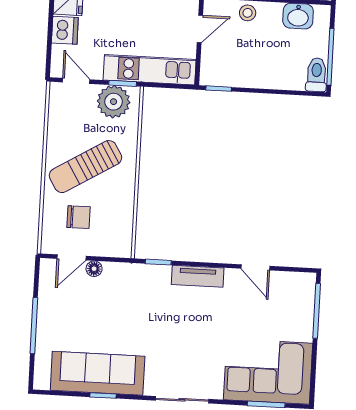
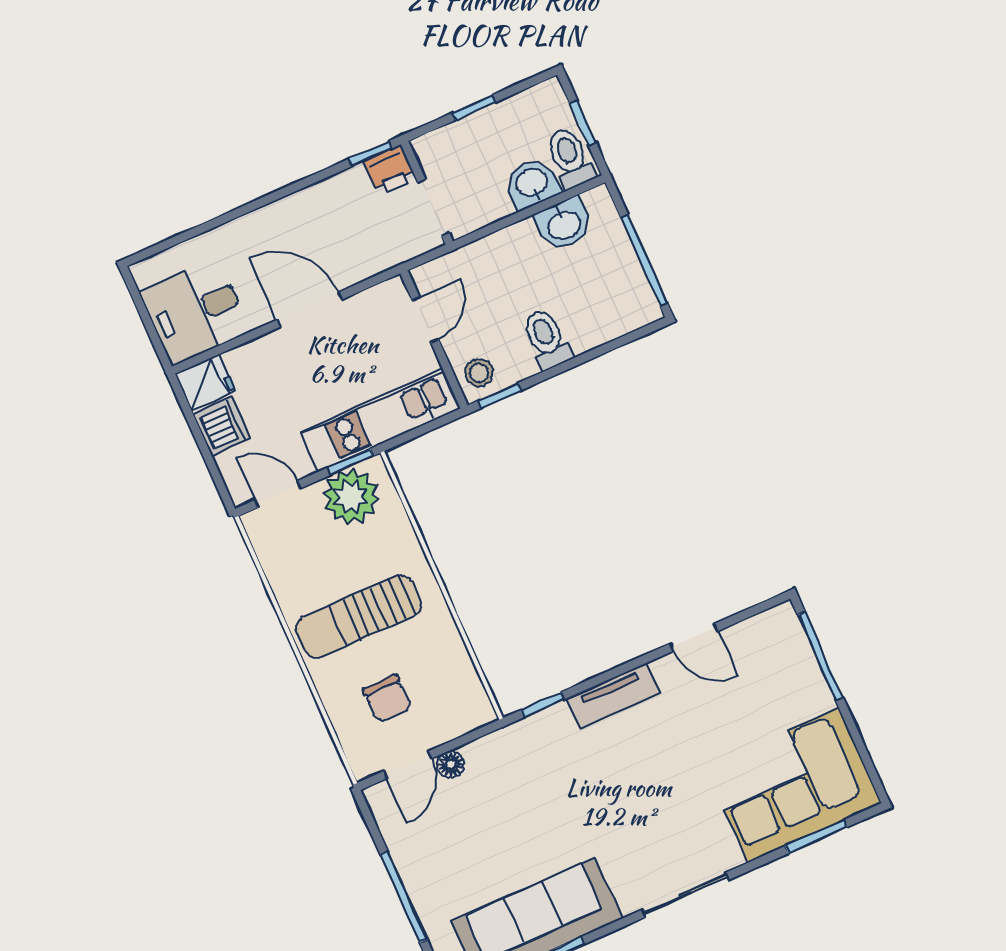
stool: (248, 13) -> (479, 373), moved
toilet: (316, 75) -> (546, 339), moved
sun lounger: (85, 167) -> (359, 617), turned 31
chair: (78, 217) -> (387, 699), turned 90

